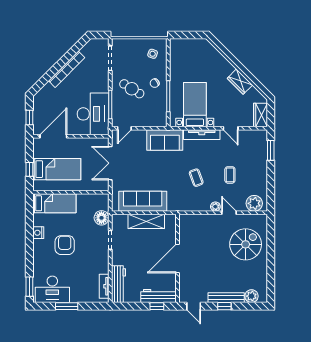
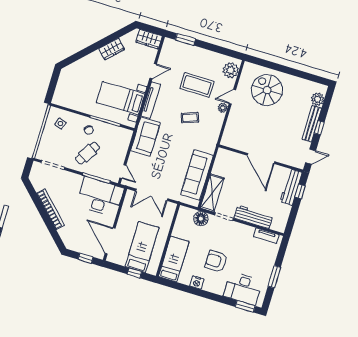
coffee table: (230, 175) -> (197, 85), width x1.86, depth x1.72
shelving: (146, 221) -> (212, 193), moved
workbench: (118, 284) -> (253, 217), moved
desk: (52, 289) -> (243, 288), moved, turned 90

